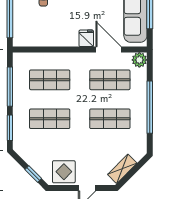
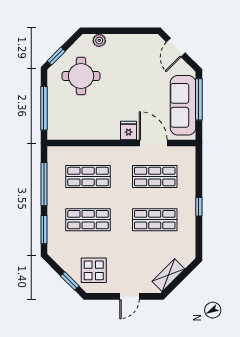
plant: (139, 60) -> (187, 155), removed
window: (150, 107) -> (199, 207), width x0.32
display table: (64, 172) -> (94, 270), moved

